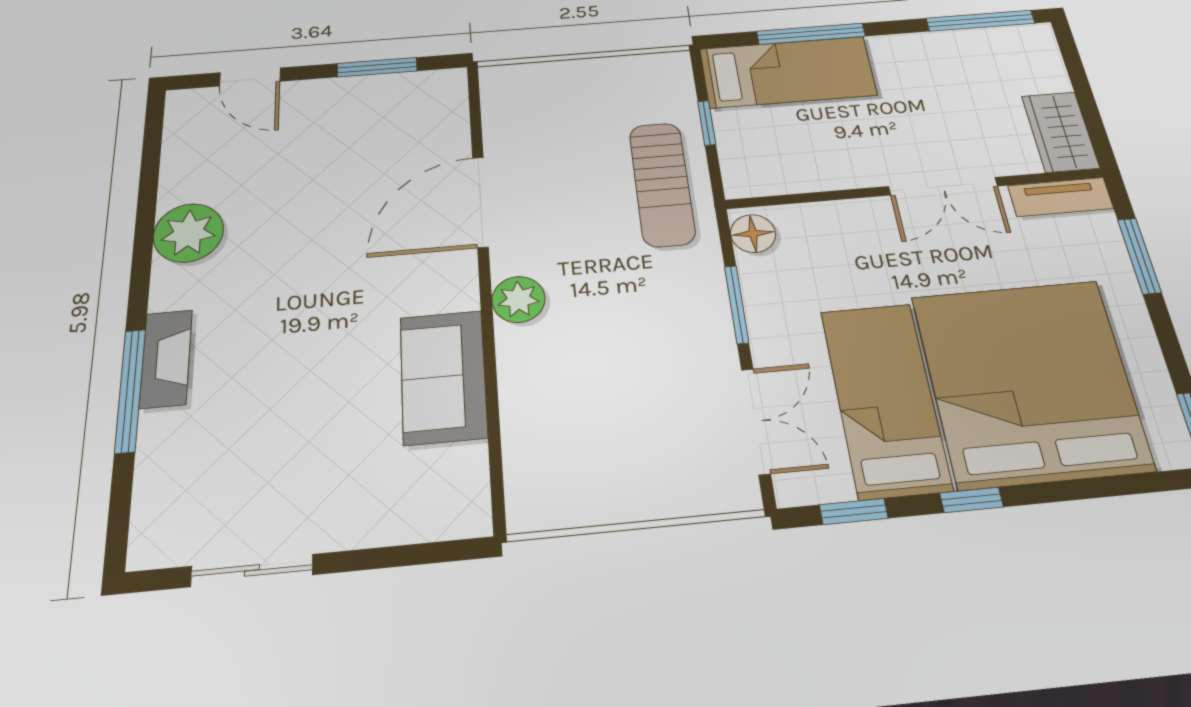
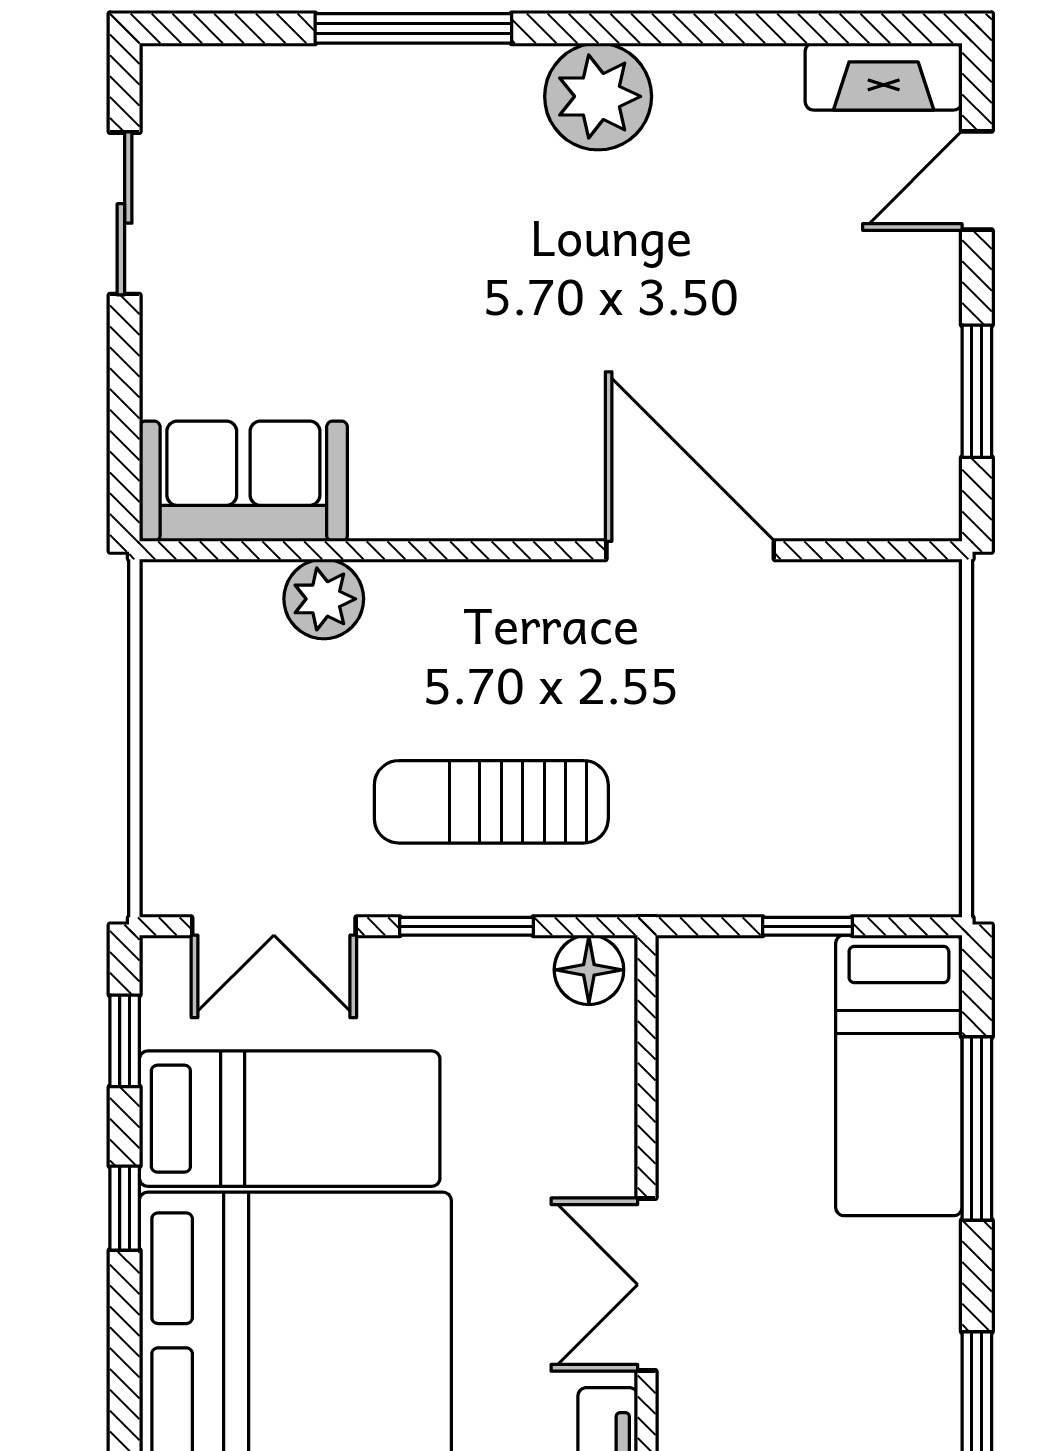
sun lounger: (662, 184) -> (491, 802), moved
plant: (188, 233) -> (598, 96), moved
plant: (518, 299) -> (324, 599), moved
fireplace: (166, 359) -> (884, 77), moved
sofa: (443, 377) -> (243, 481), moved

